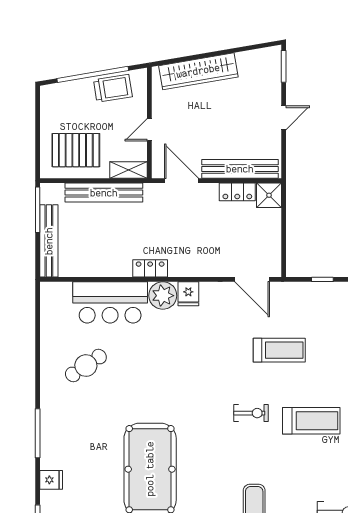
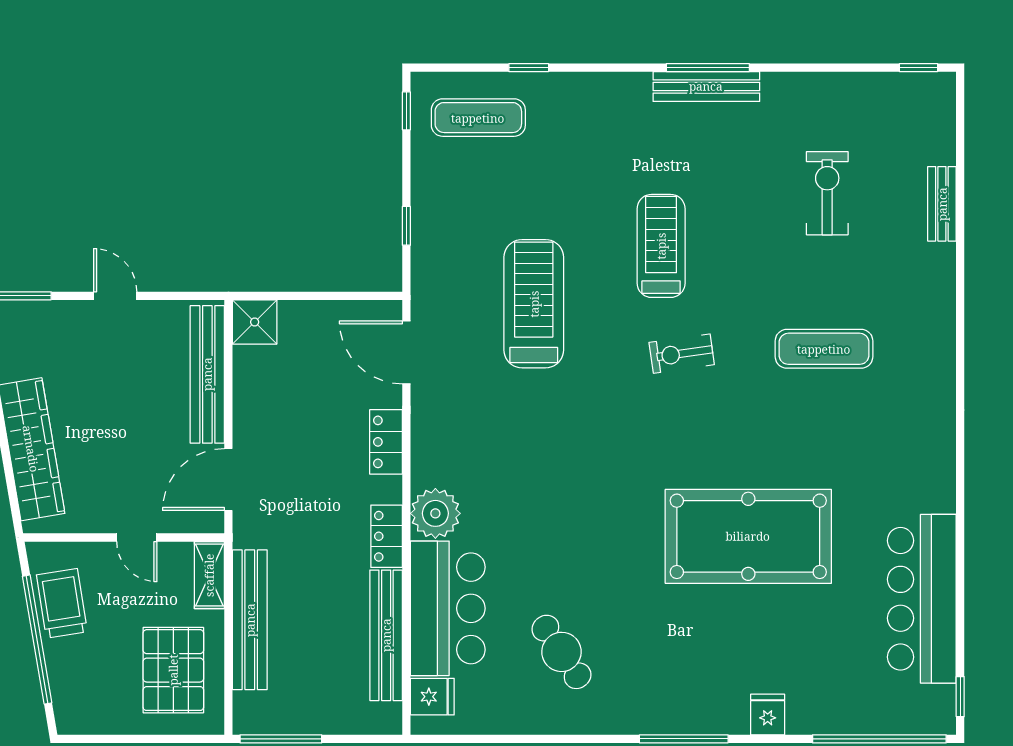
locker: (237, 192) -> (386, 442), moved, turned 180
bench: (49, 241) -> (386, 635), moved, turned 90
door: (252, 279) -> (406, 352), swing flipped
fridge: (188, 294) -> (432, 697), moved
treadmill: (279, 350) -> (534, 304), width x1.37, depth x1.38
exercise bike: (251, 413) -> (682, 354), moved, turned -98

